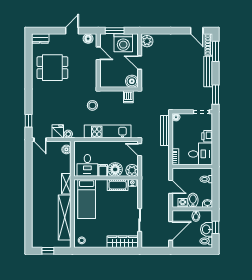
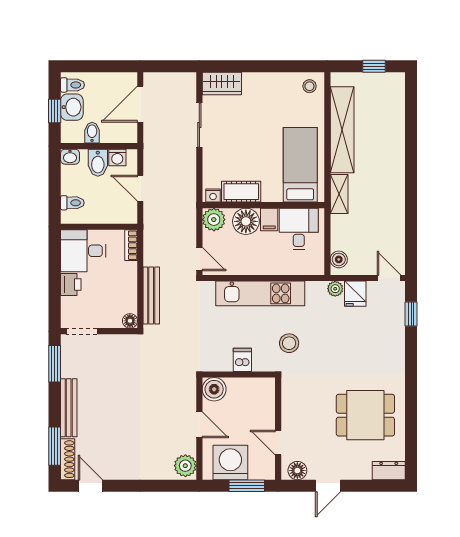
dishwasher: (128, 97) -> (242, 360), moved
wardrobe: (123, 242) -> (222, 84), width x0.67

